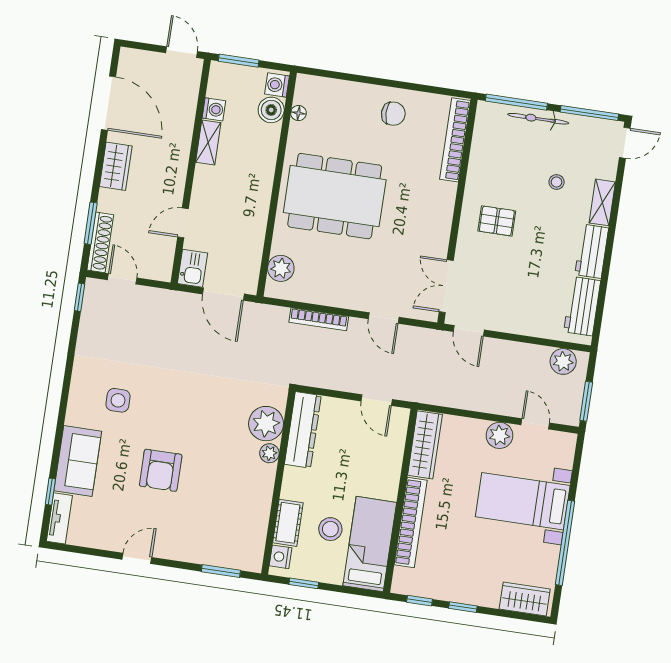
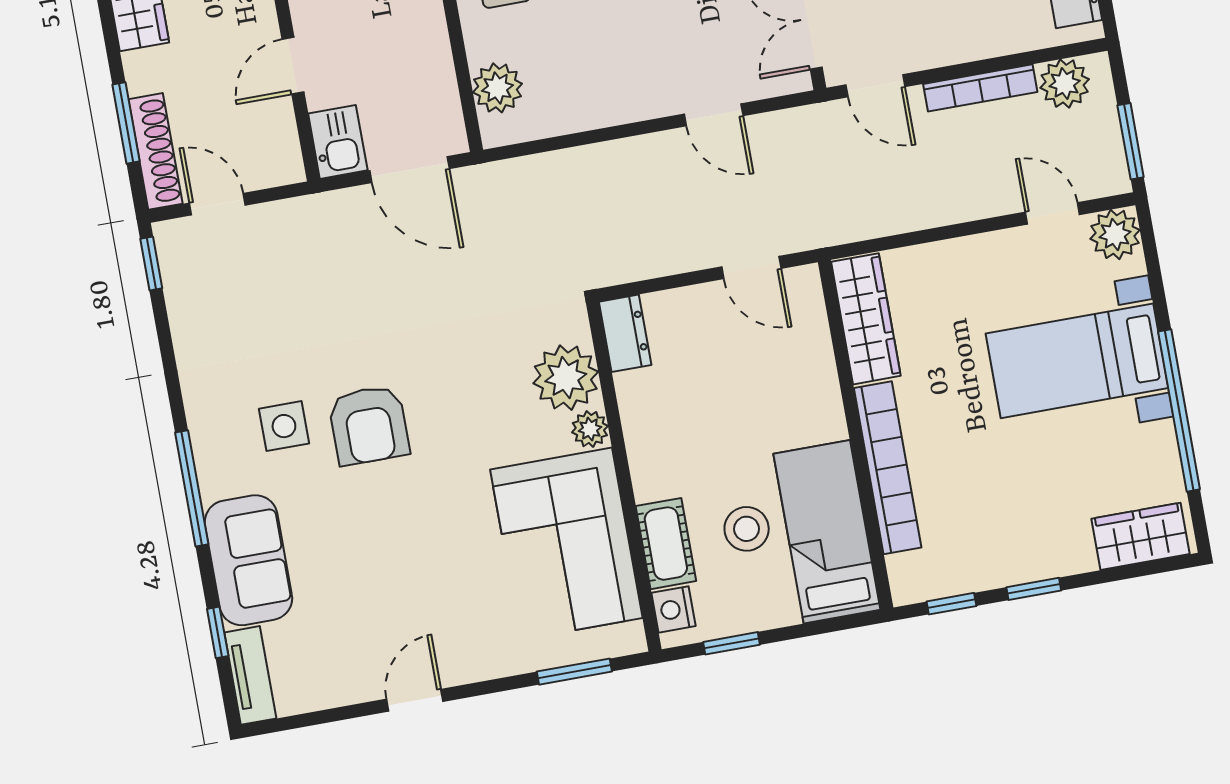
bookcase: (319, 319) -> (980, 88), moved
window: (62, 416) -> (192, 488), added
dresser: (303, 430) -> (625, 333), width x0.51, depth x0.80
plant: (499, 435) -> (1115, 234), moved
armchair: (161, 470) -> (369, 425), moved
corner sofa: (238, 506) -> (566, 544), added

